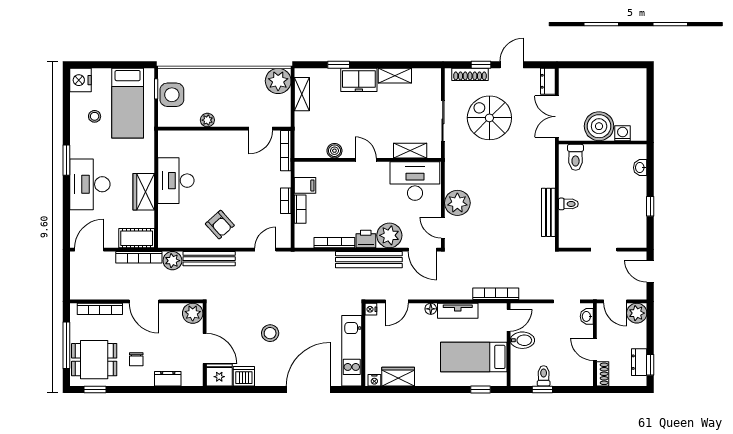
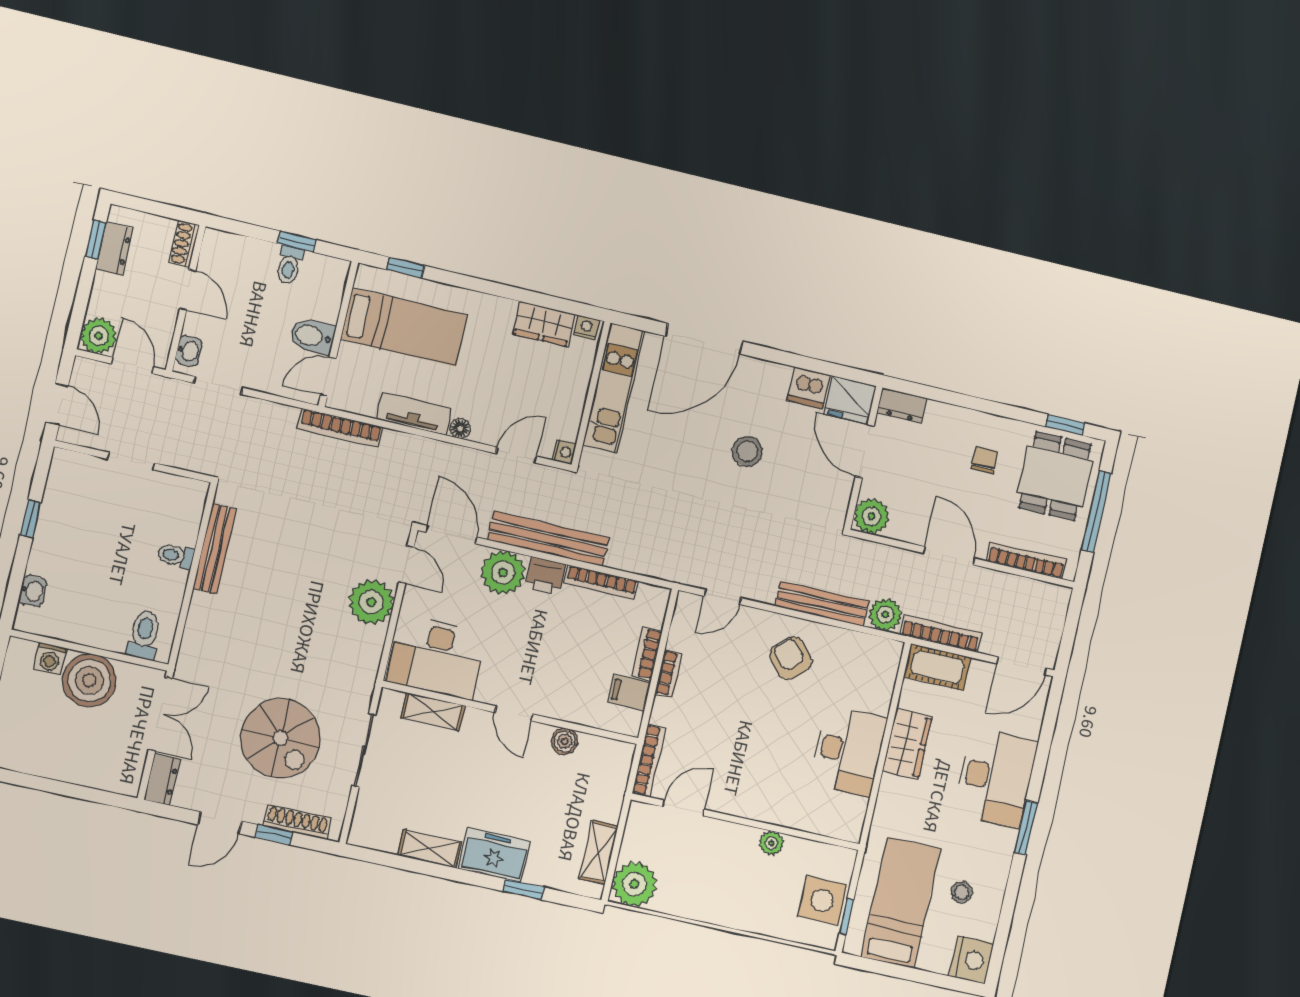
dining table: (94, 360) -> (1055, 476), turned 90
dresser: (168, 379) -> (902, 405), moved

